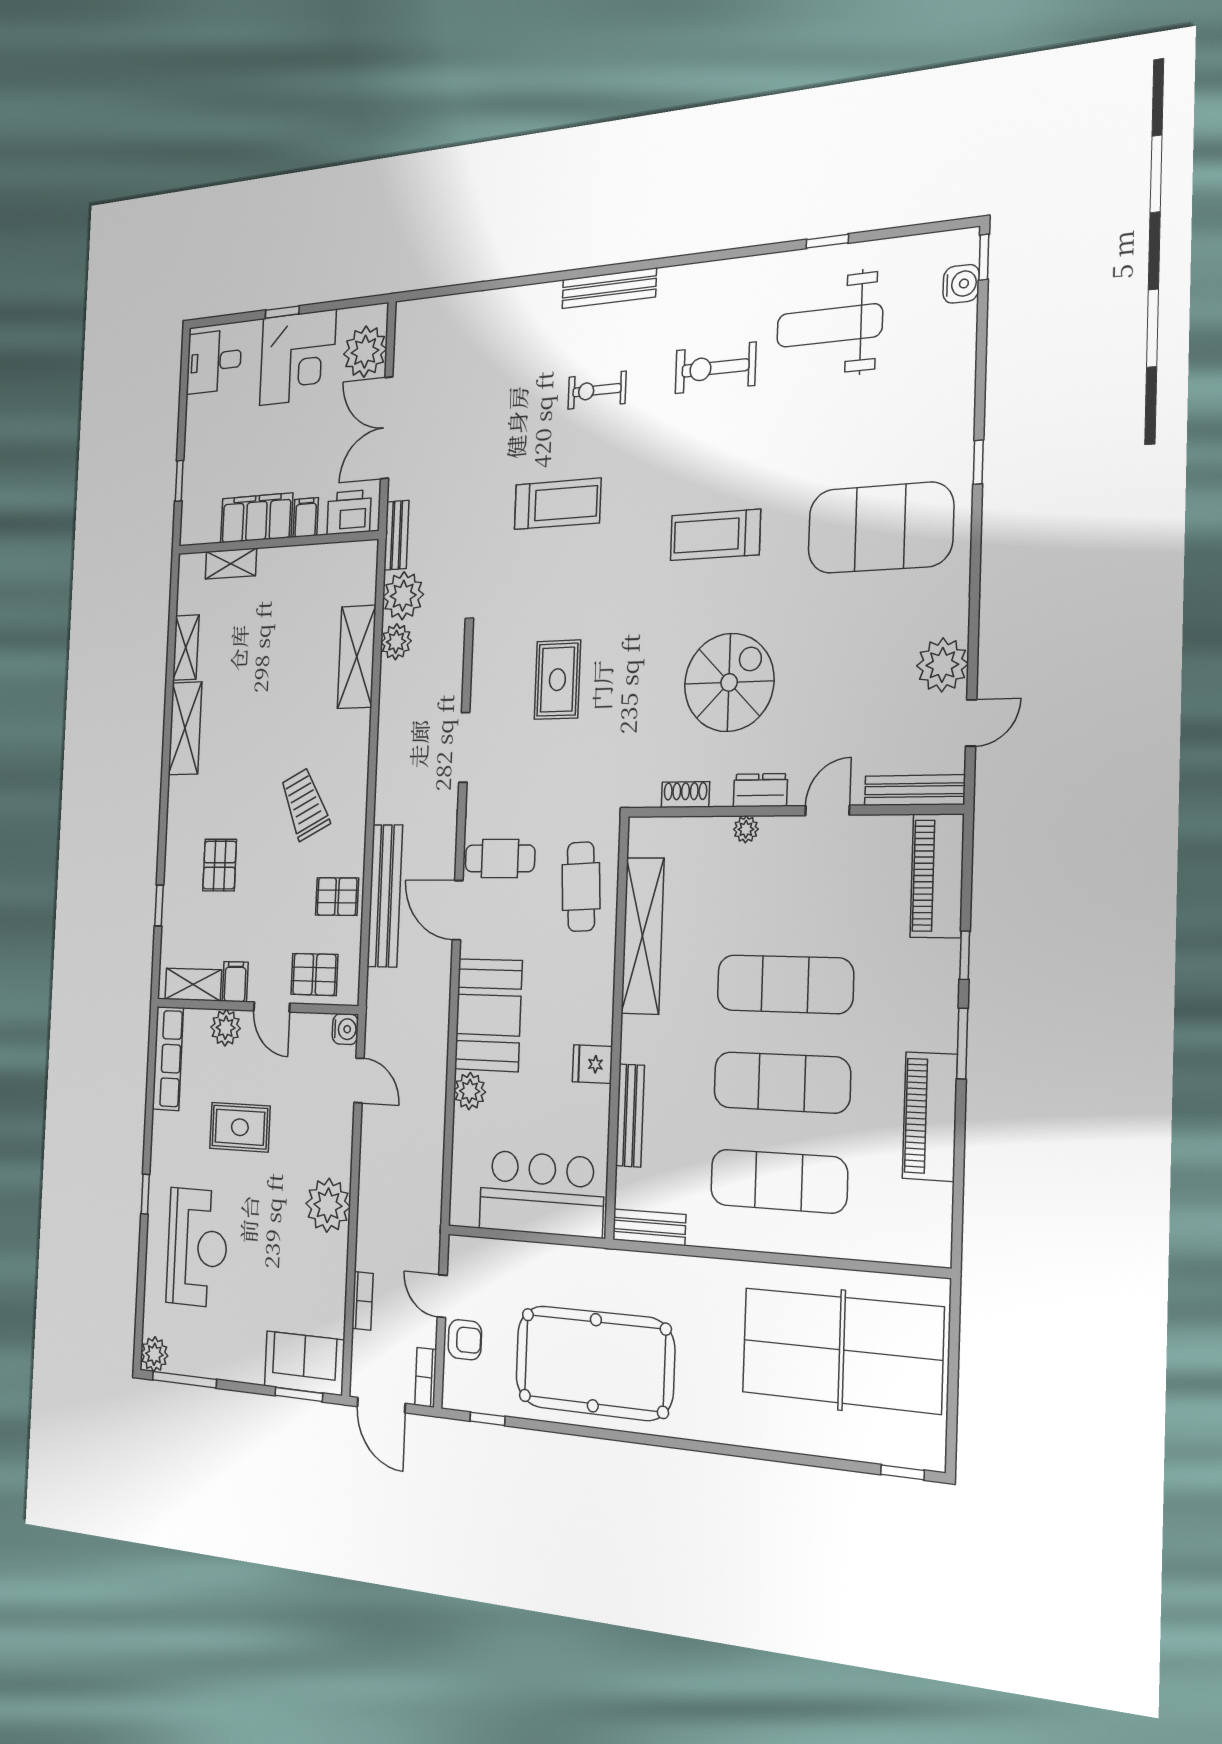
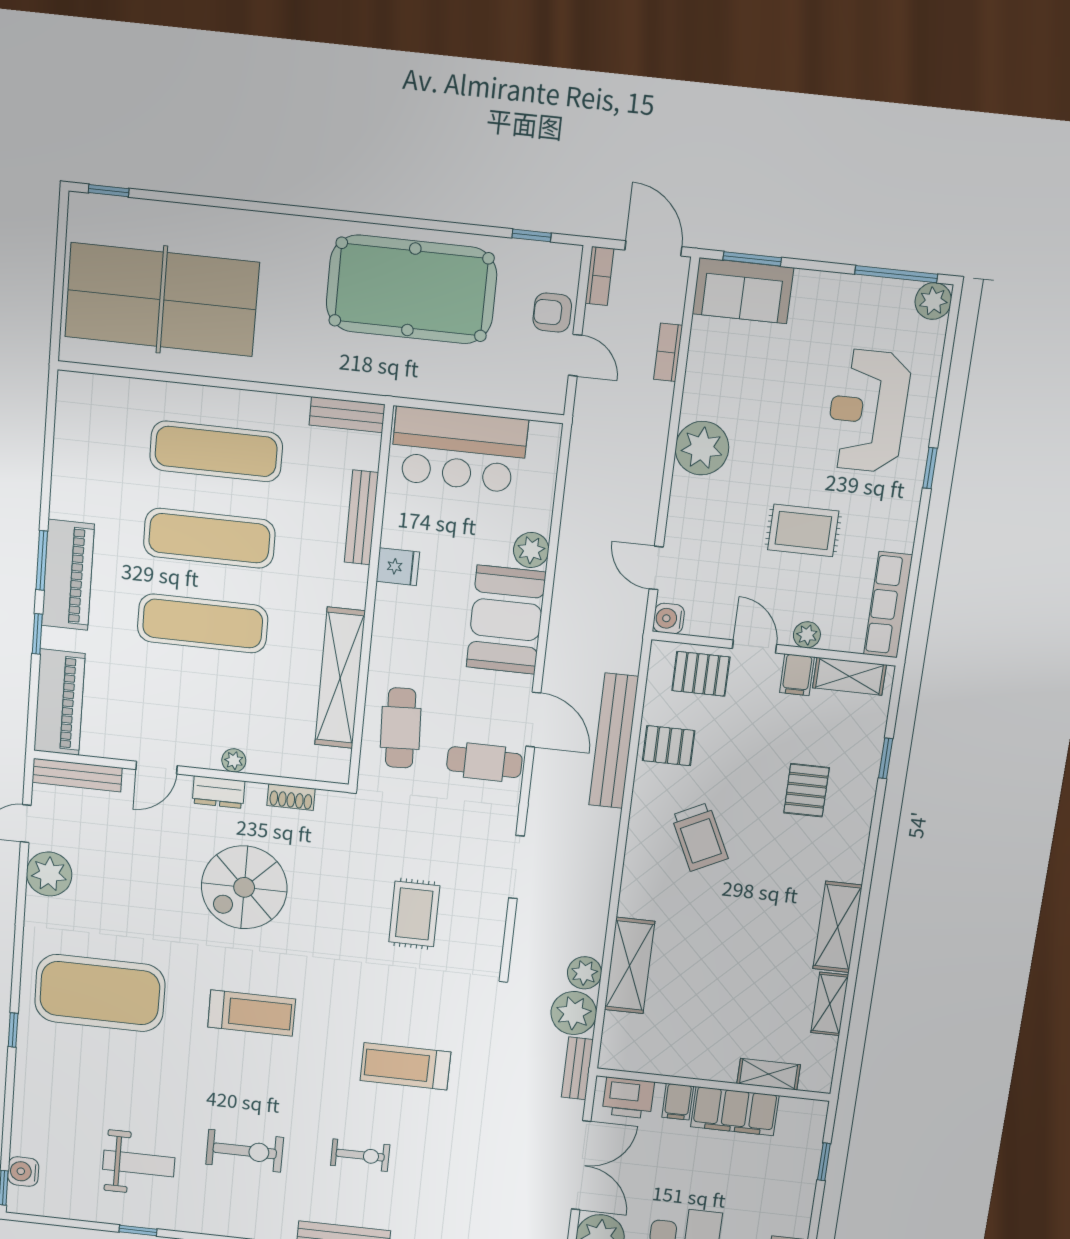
weight bench: (829, 325) -> (139, 1163), width x0.73, depth x0.75
plant: (226, 1028) -> (807, 635), width x0.73, depth x0.73
piano: (930, 1116) -> (68, 575), moved

